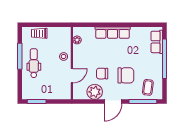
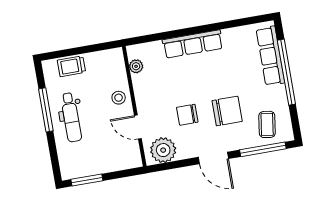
row of seats: (157, 42) -> (270, 56), width x1.48
dental chair: (34, 63) -> (71, 117), turned 180
door: (72, 76) -> (138, 127), swing flipped
plant: (95, 92) -> (163, 150), moved
door: (113, 102) -> (213, 158), hinge flipped

